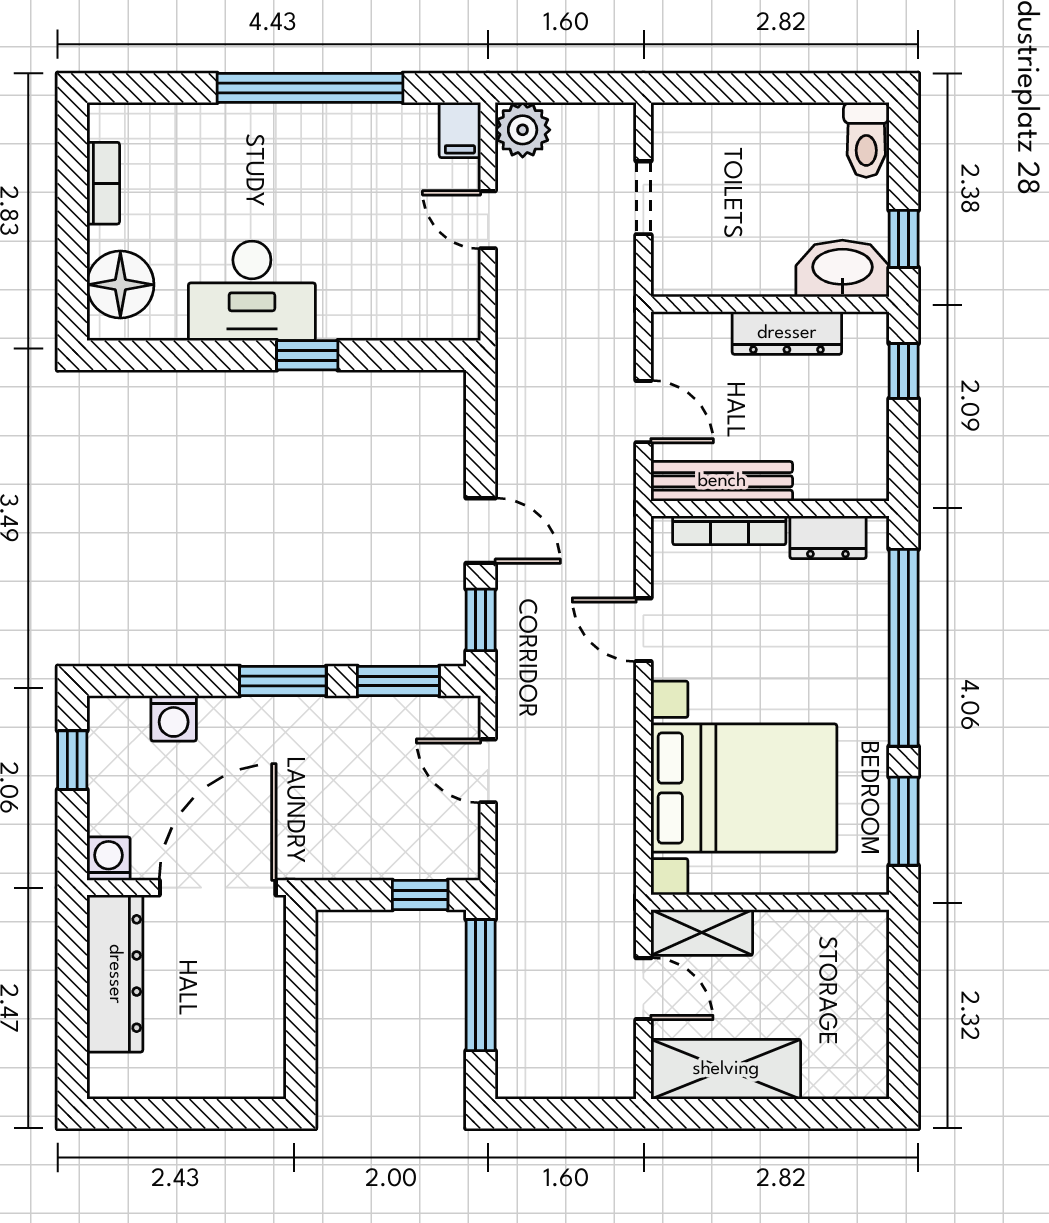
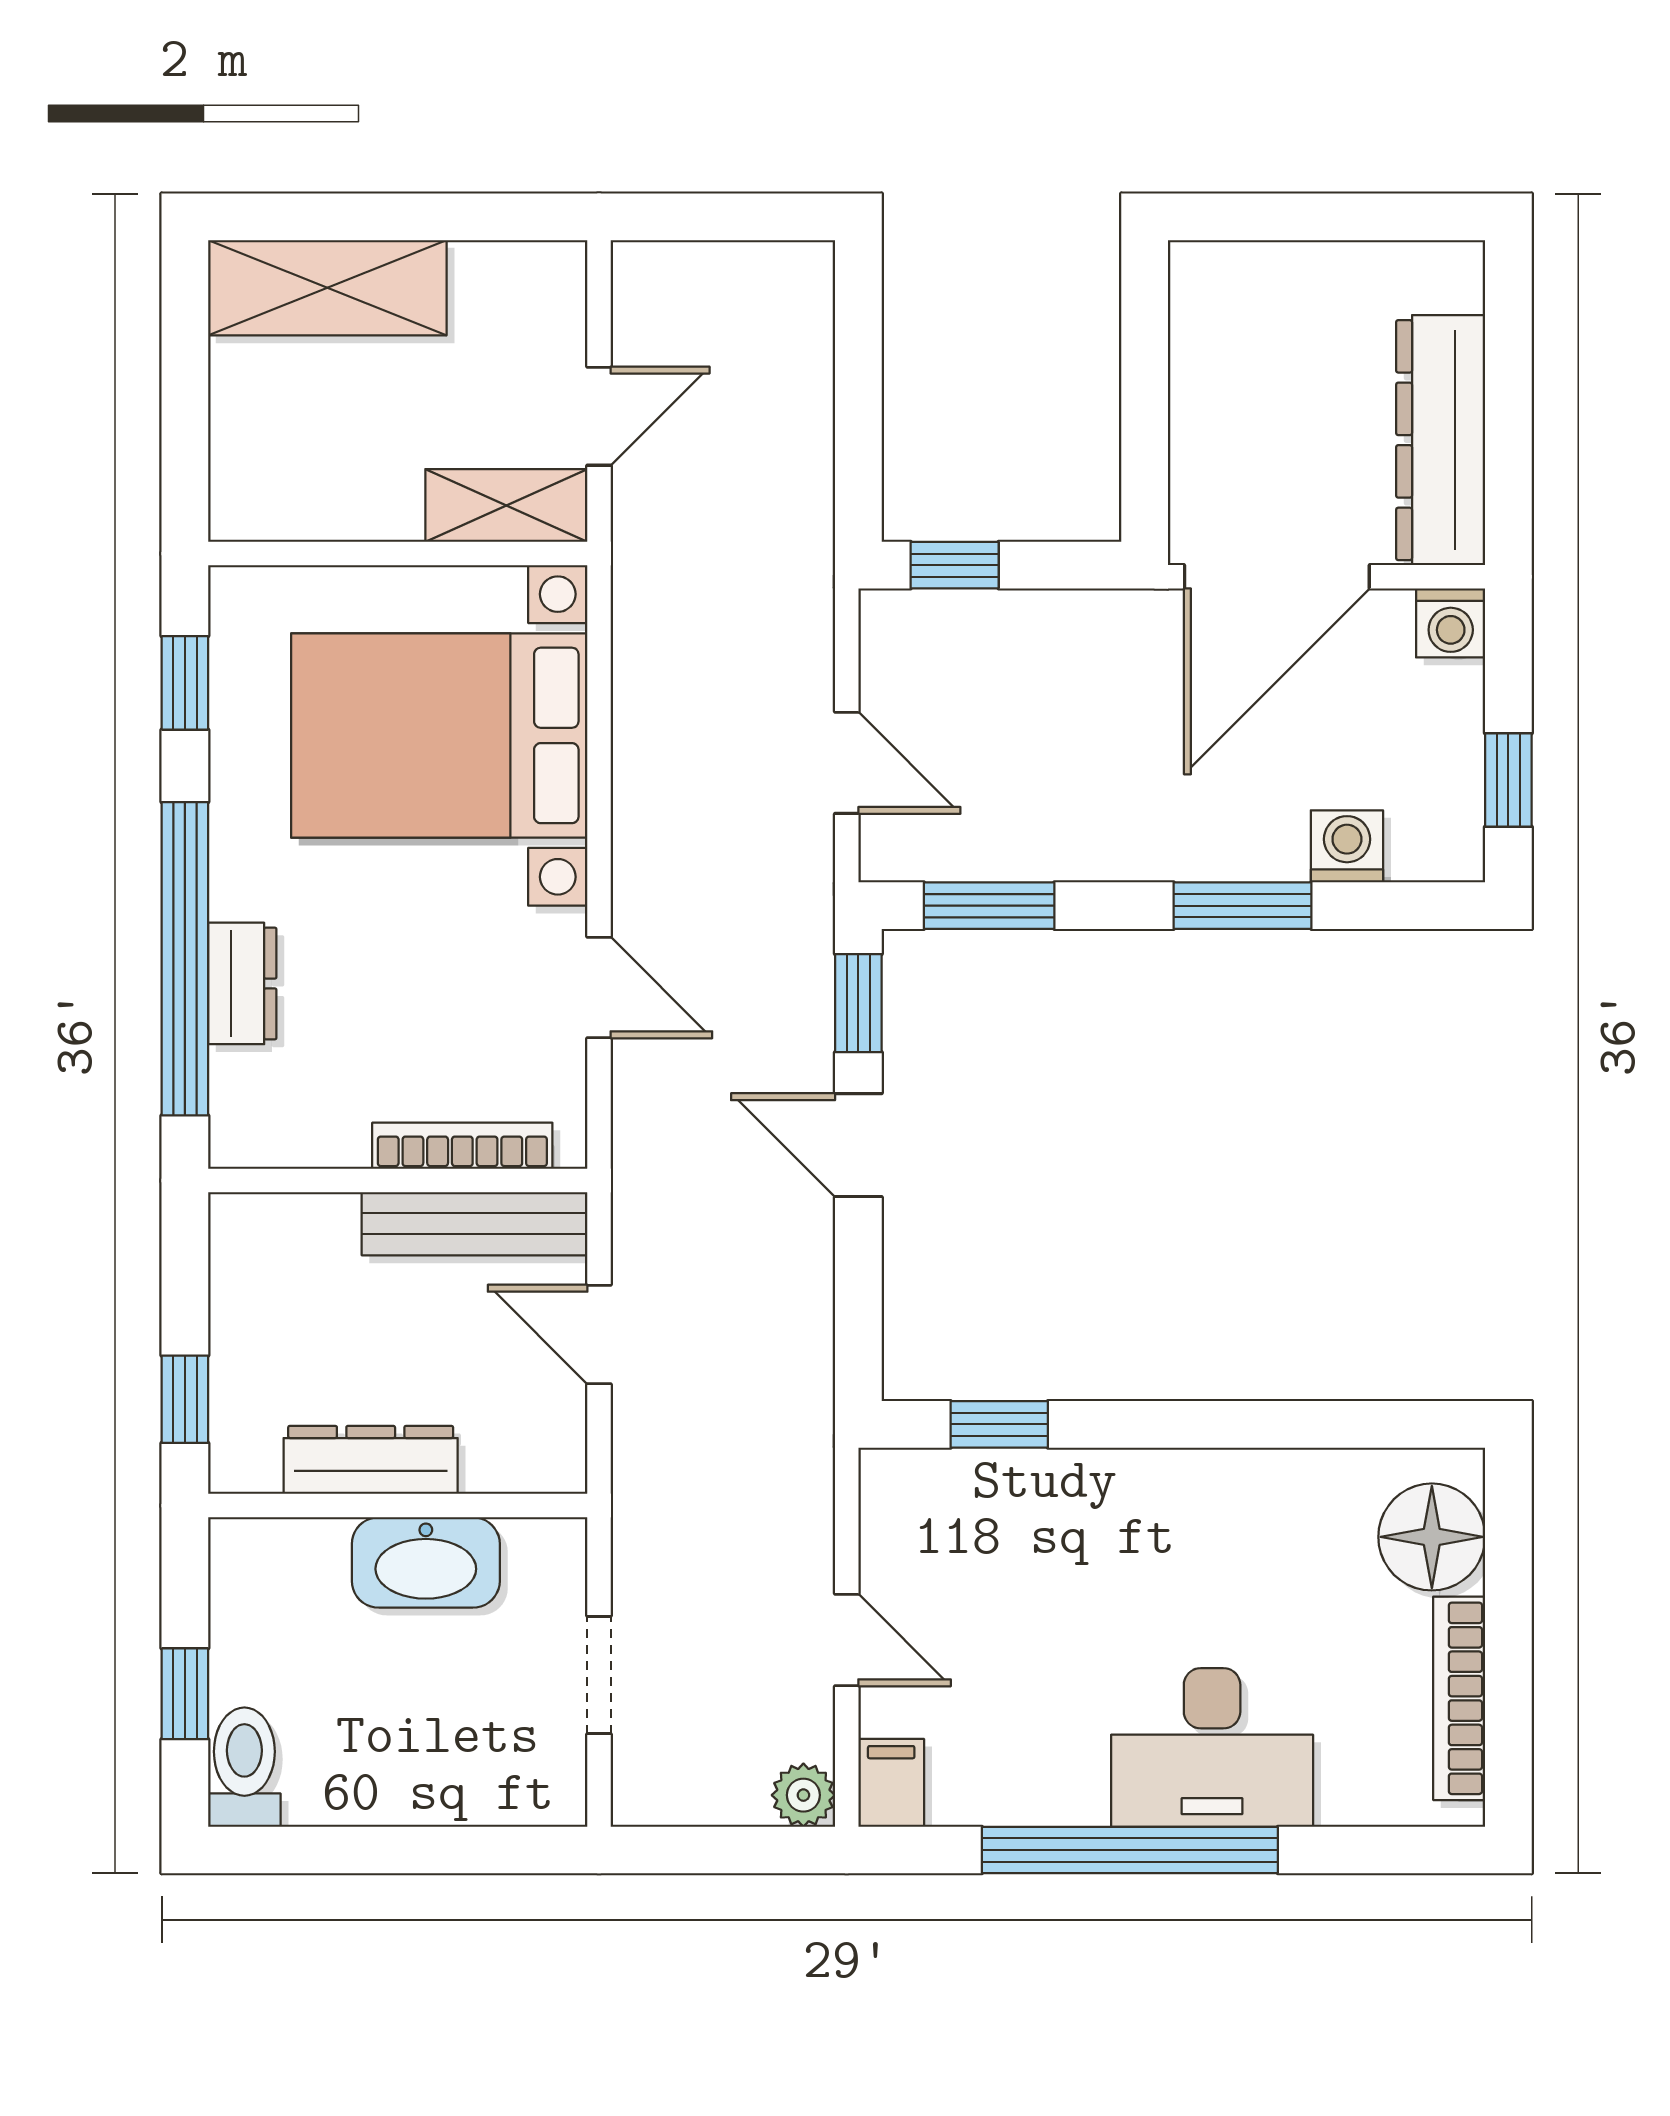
plant: (523, 130) -> (803, 1795), width x0.73, depth x0.73
bookcase: (103, 183) -> (1459, 1698), width x1.56
window: (904, 239) -> (185, 1694), moved
washbasin: (842, 269) -> (426, 1562), moved
desk: (252, 291) -> (1212, 1747), moved, turned 180
window: (307, 355) -> (999, 1424), moved
dresser: (828, 537) -> (242, 983), moved, turned 90
window: (283, 681) -> (1242, 906), moved
window: (904, 821) -> (185, 683), width x0.67
window: (481, 985) -> (858, 422), removed
door: (643, 989) -> (599, 416), swing flipped
shelving: (726, 1069) -> (327, 288), moved

